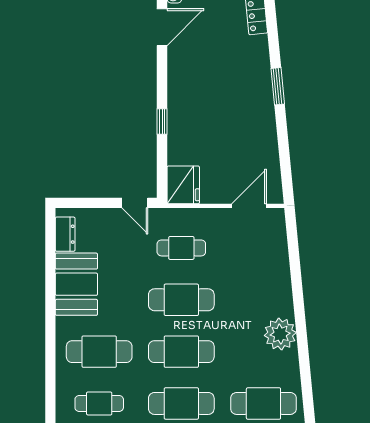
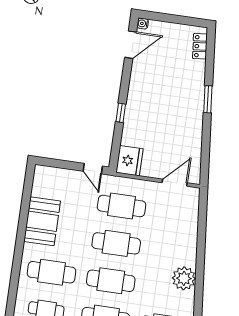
dresser: (65, 234) -> (39, 184), removed
cafe table: (181, 248) -> (122, 206), width x1.37, depth x1.35

